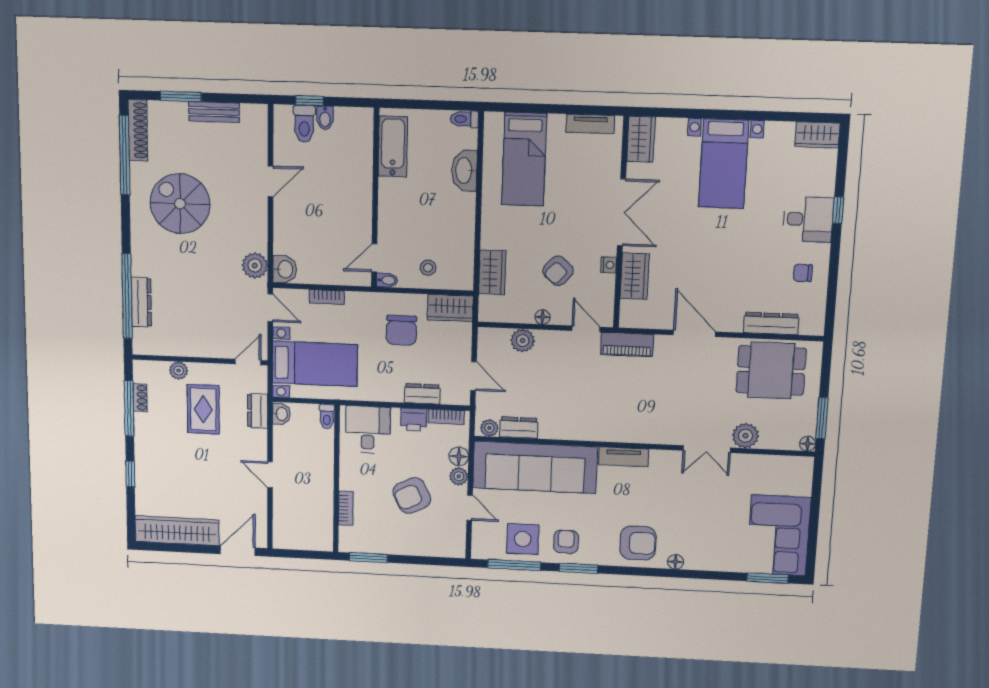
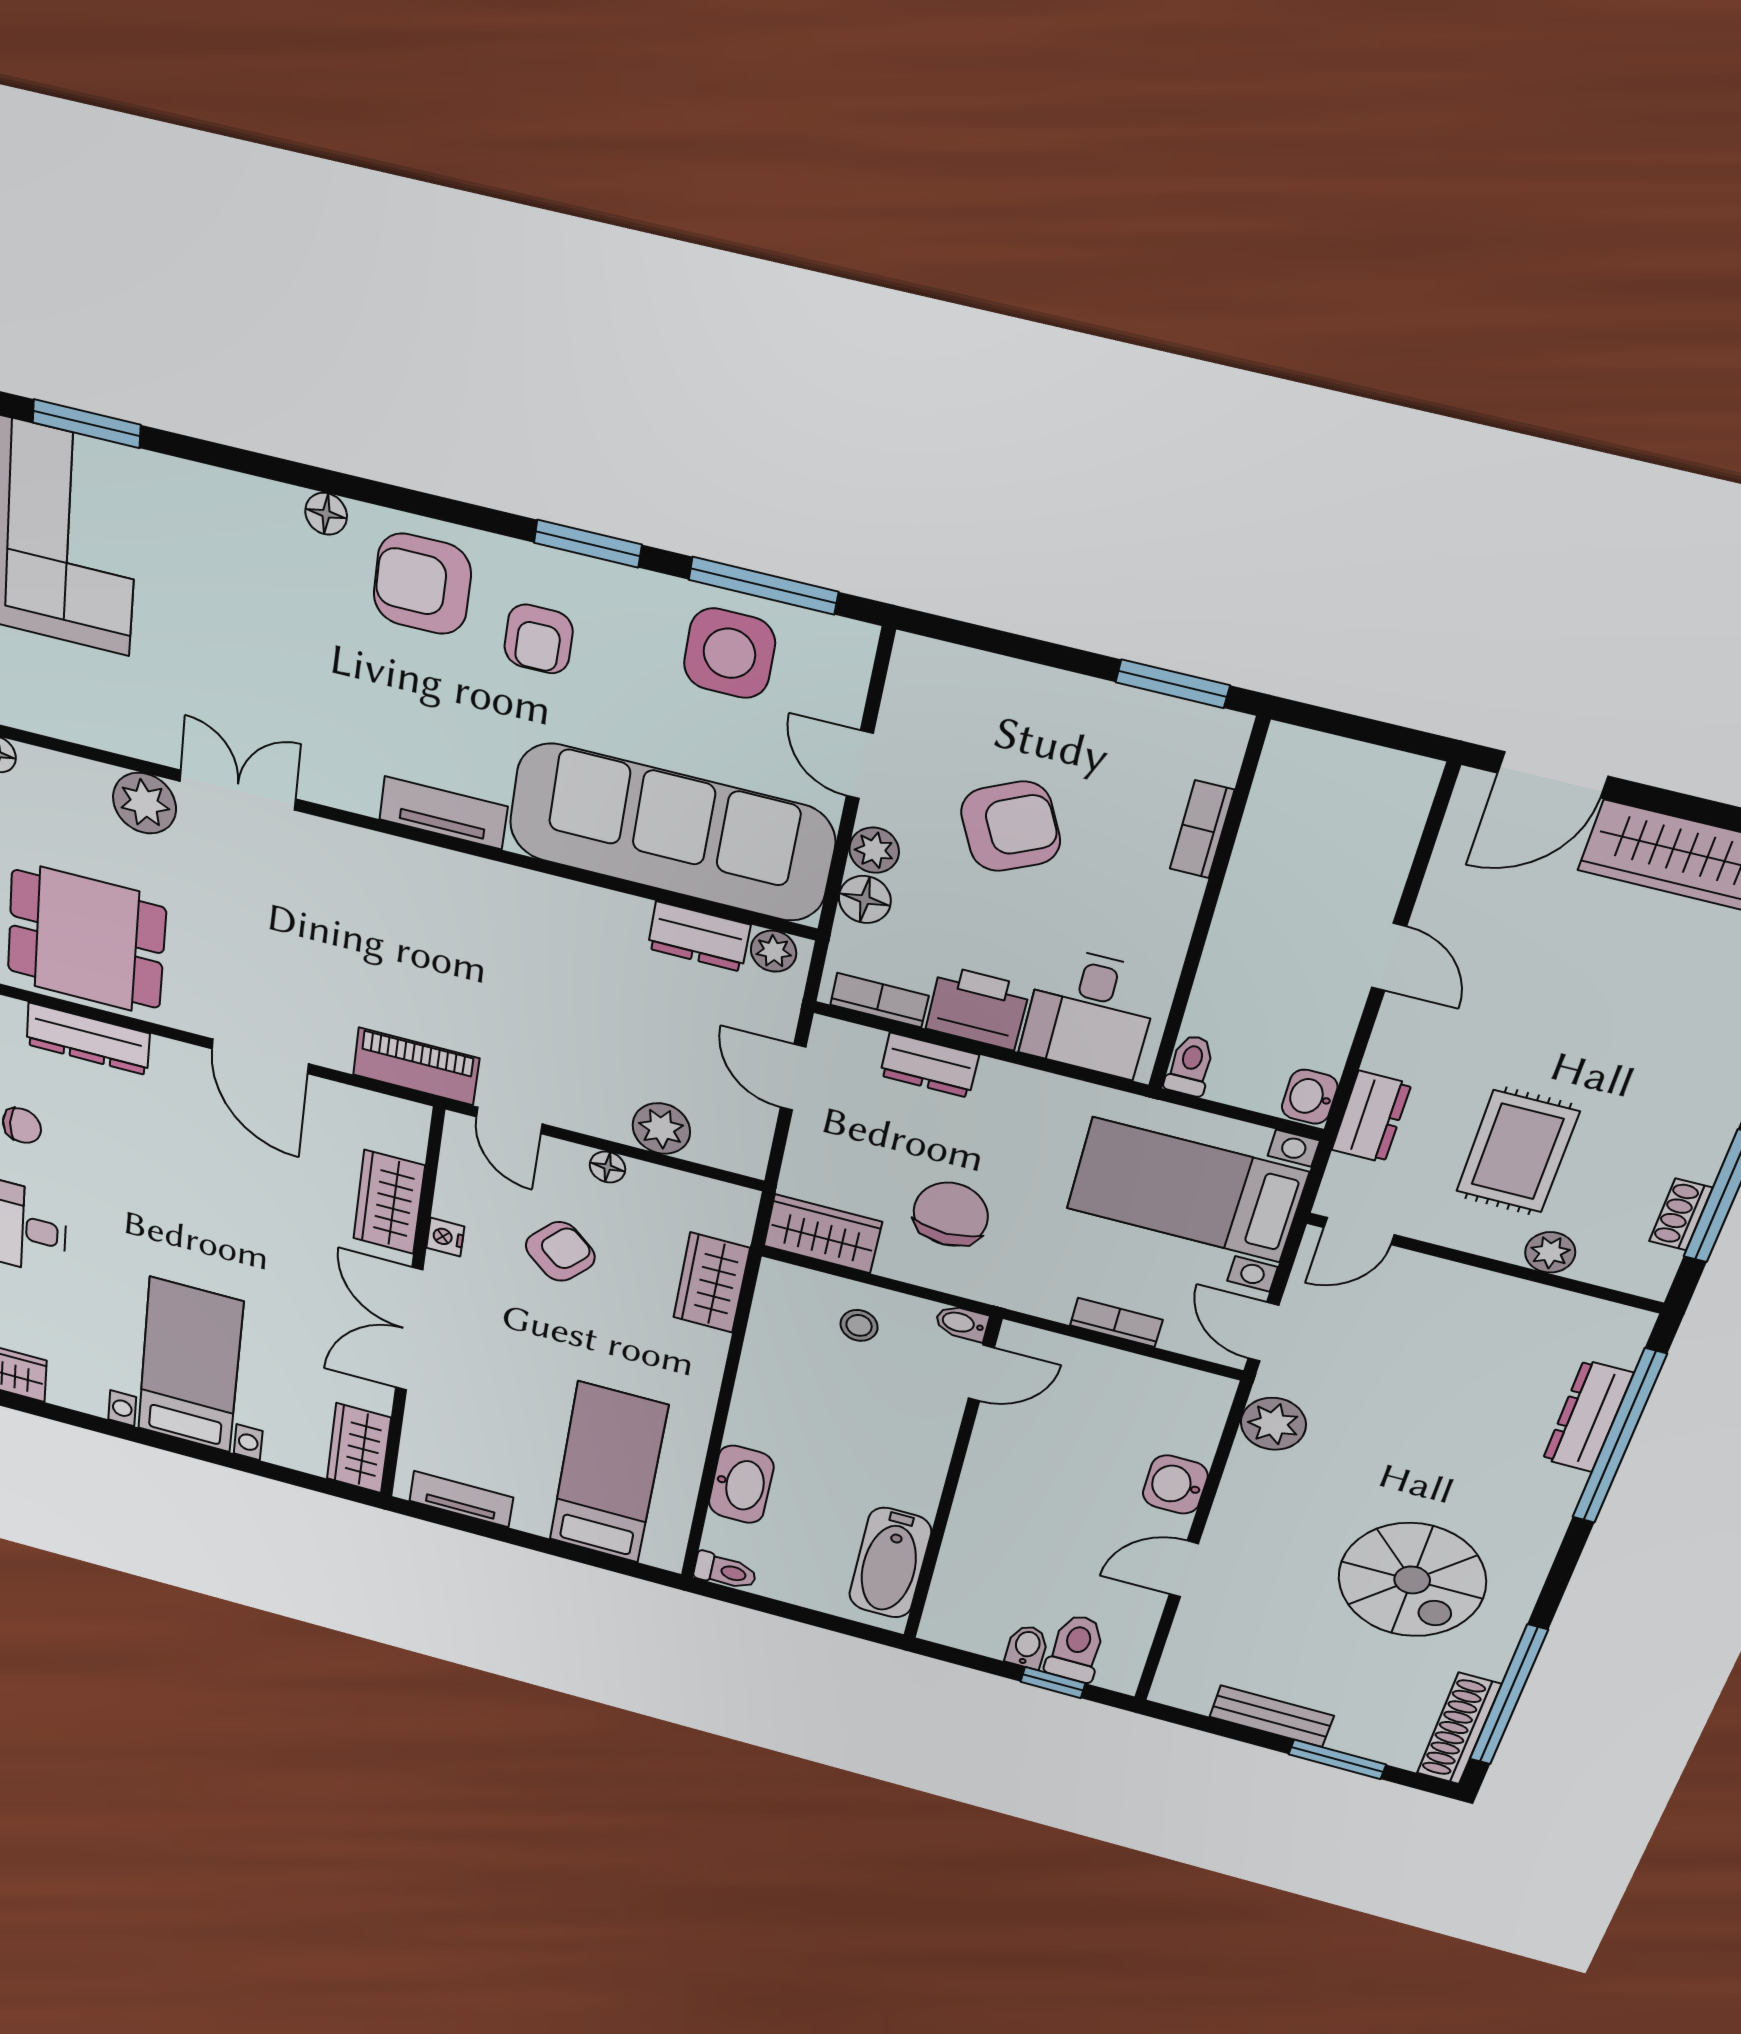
washbasin: (285, 269) -> (1175, 1485), moved
printer: (414, 420) -> (978, 1008), width x1.36, depth x1.24
armchair: (566, 542) -> (539, 639), moved

